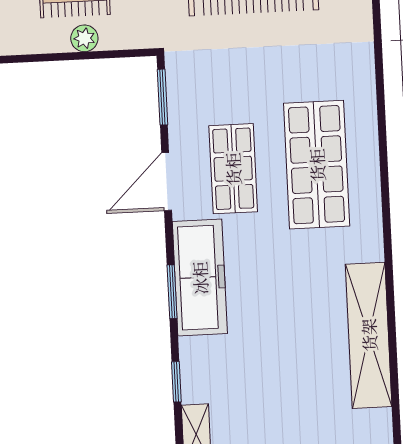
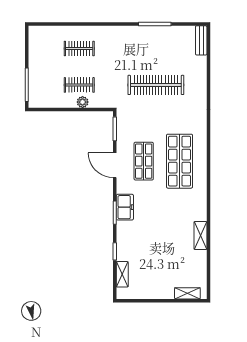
door: (167, 182) -> (115, 165), hinge flipped
freezer: (200, 278) -> (125, 207), width x0.52, depth x0.79
shelving: (369, 335) -> (200, 235), width x0.45, depth x0.75

